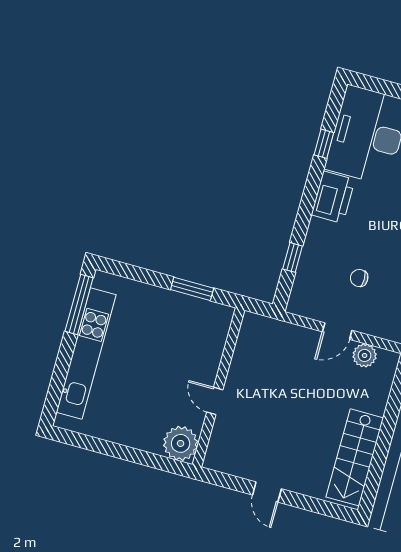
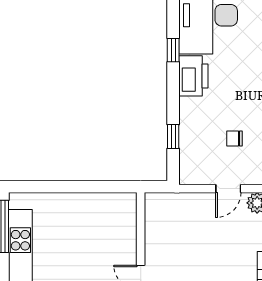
window: (324, 144) -> (173, 50), moved
window: (192, 289) -> (95, 187), removed

